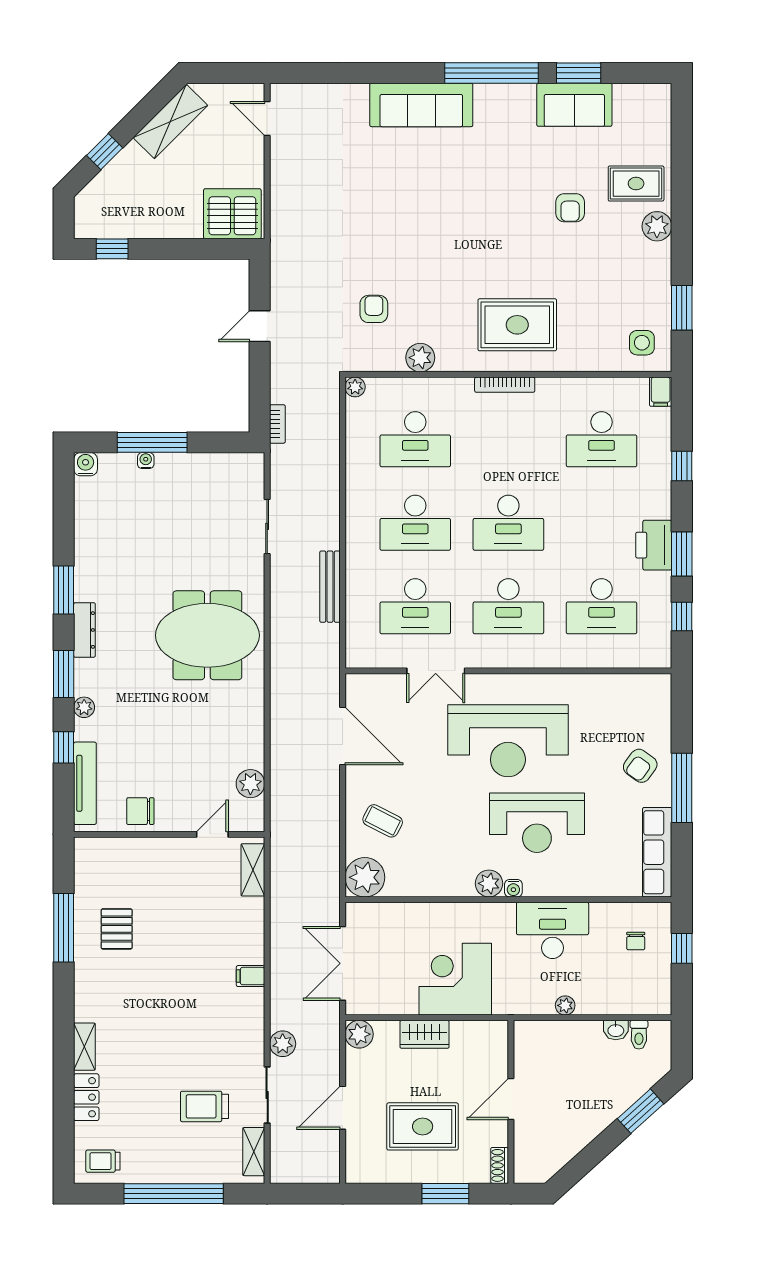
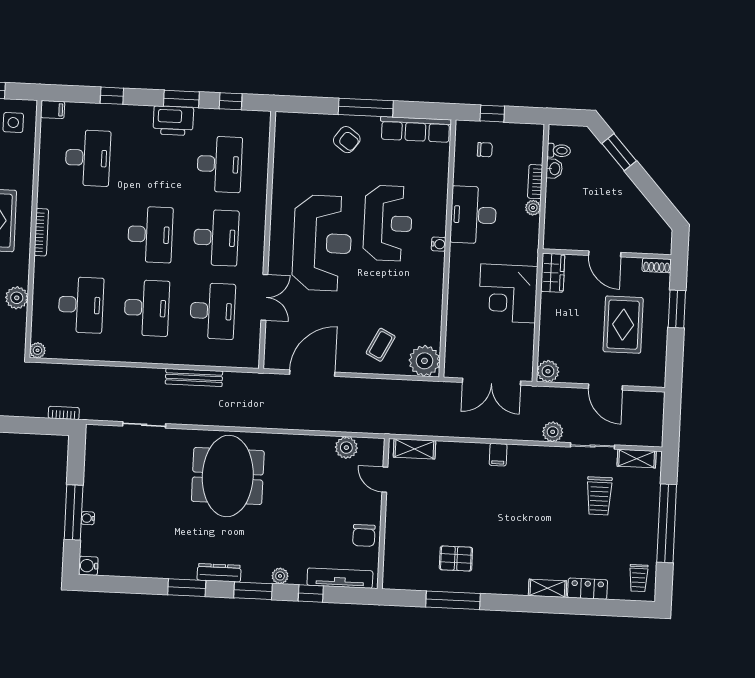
plant: (489, 883) -> (434, 263), removed
bookcase: (598, 1007) -> (535, 182), added
wardrobe: (425, 1034) -> (553, 273), moved

